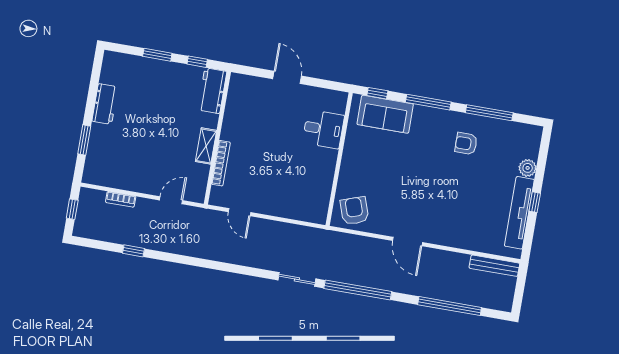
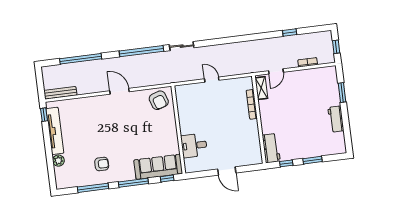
sofa: (385, 114) -> (158, 167), width x1.36
shelving: (206, 146) -> (261, 88), moved
window: (535, 202) -> (44, 115), moved
door: (239, 212) -> (212, 80), moved

